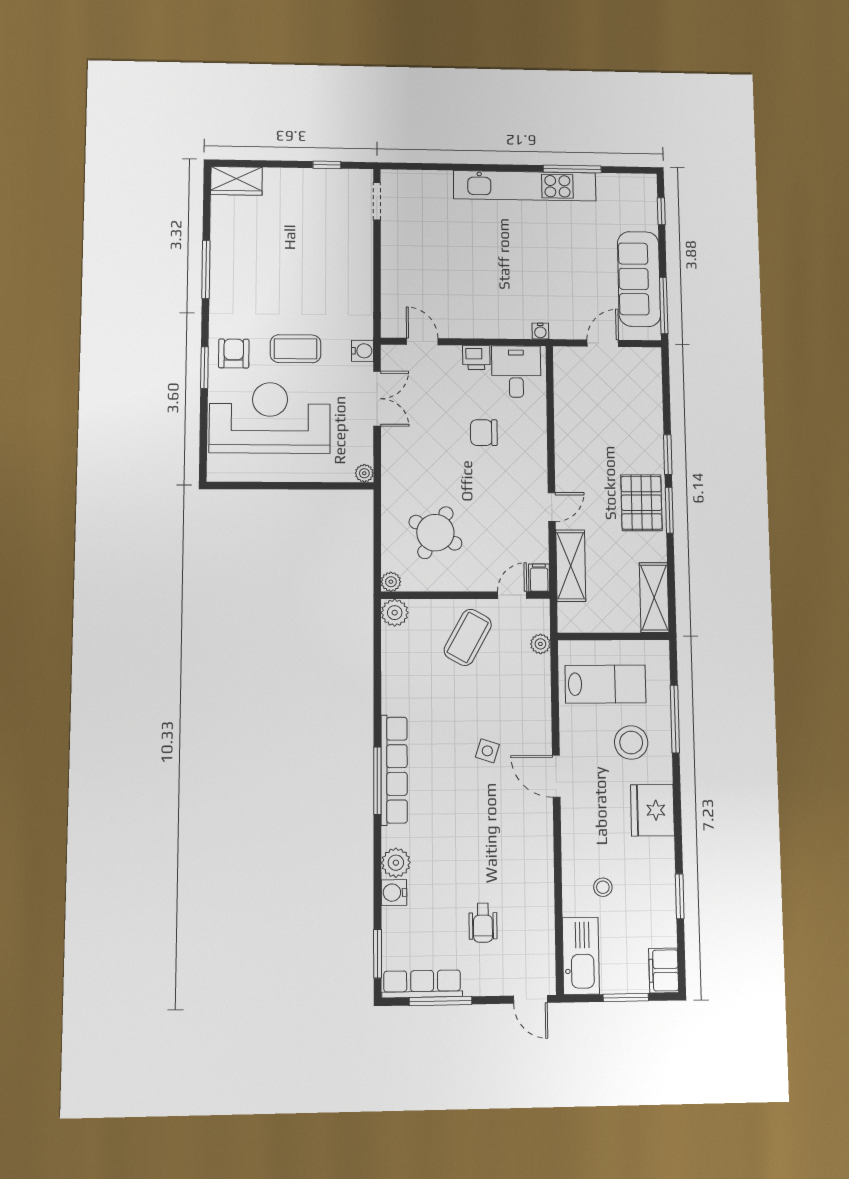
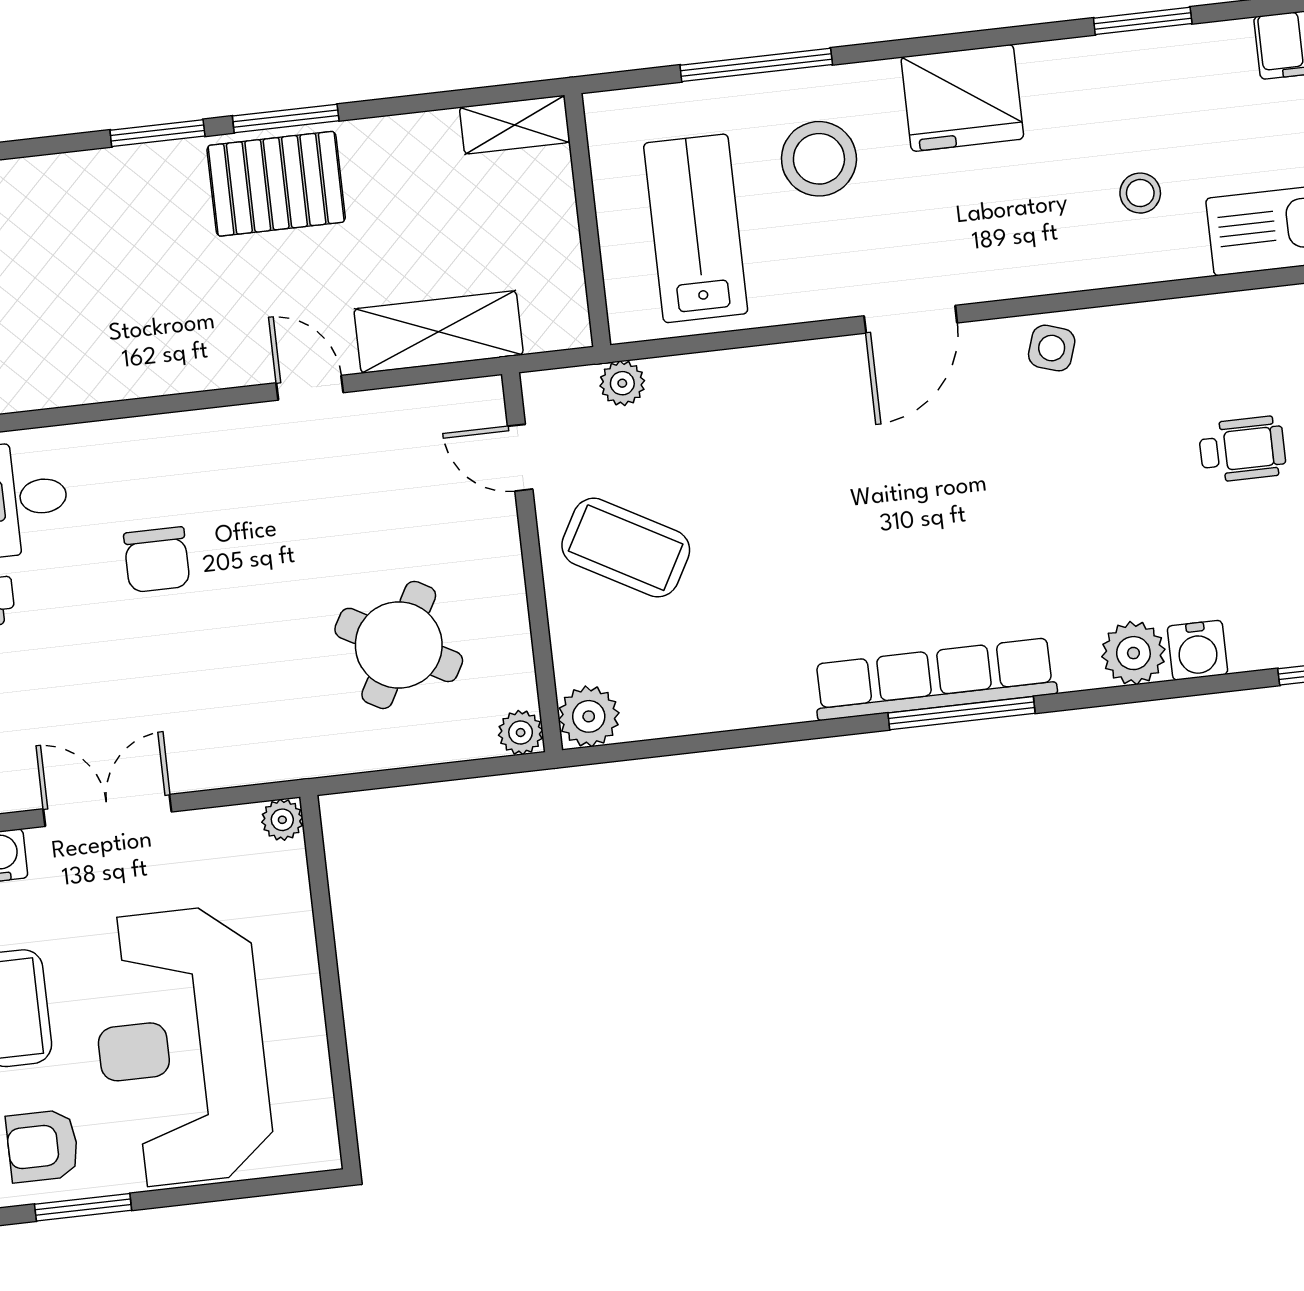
filing cabinet: (539, 578) -> (474, 401), removed
shelving: (654, 598) -> (515, 125), width x0.67, depth x0.75
side table: (487, 751) -> (1052, 348), moved

